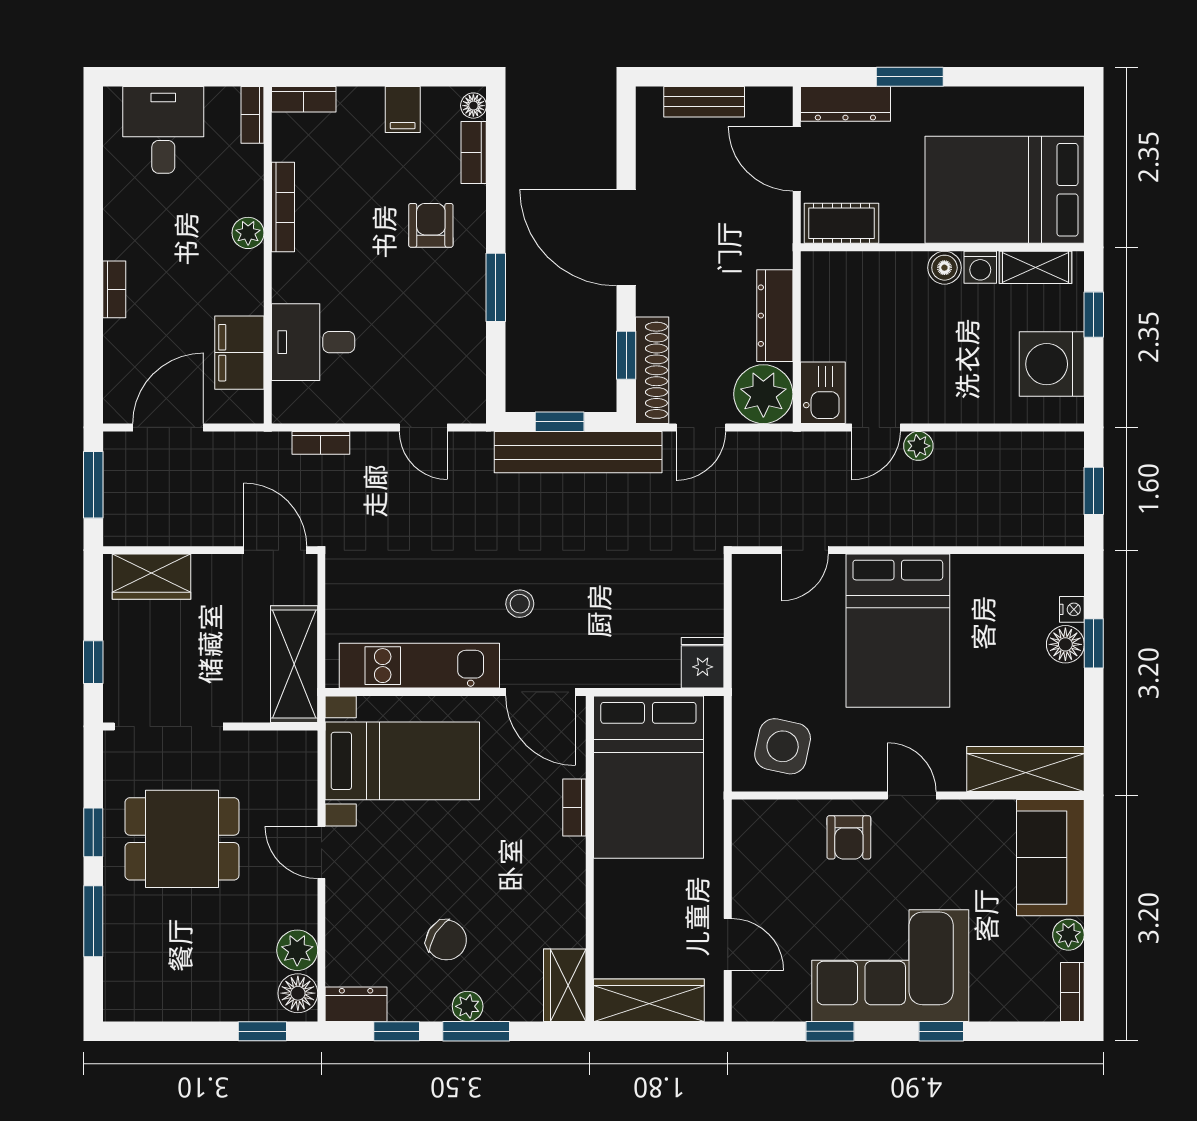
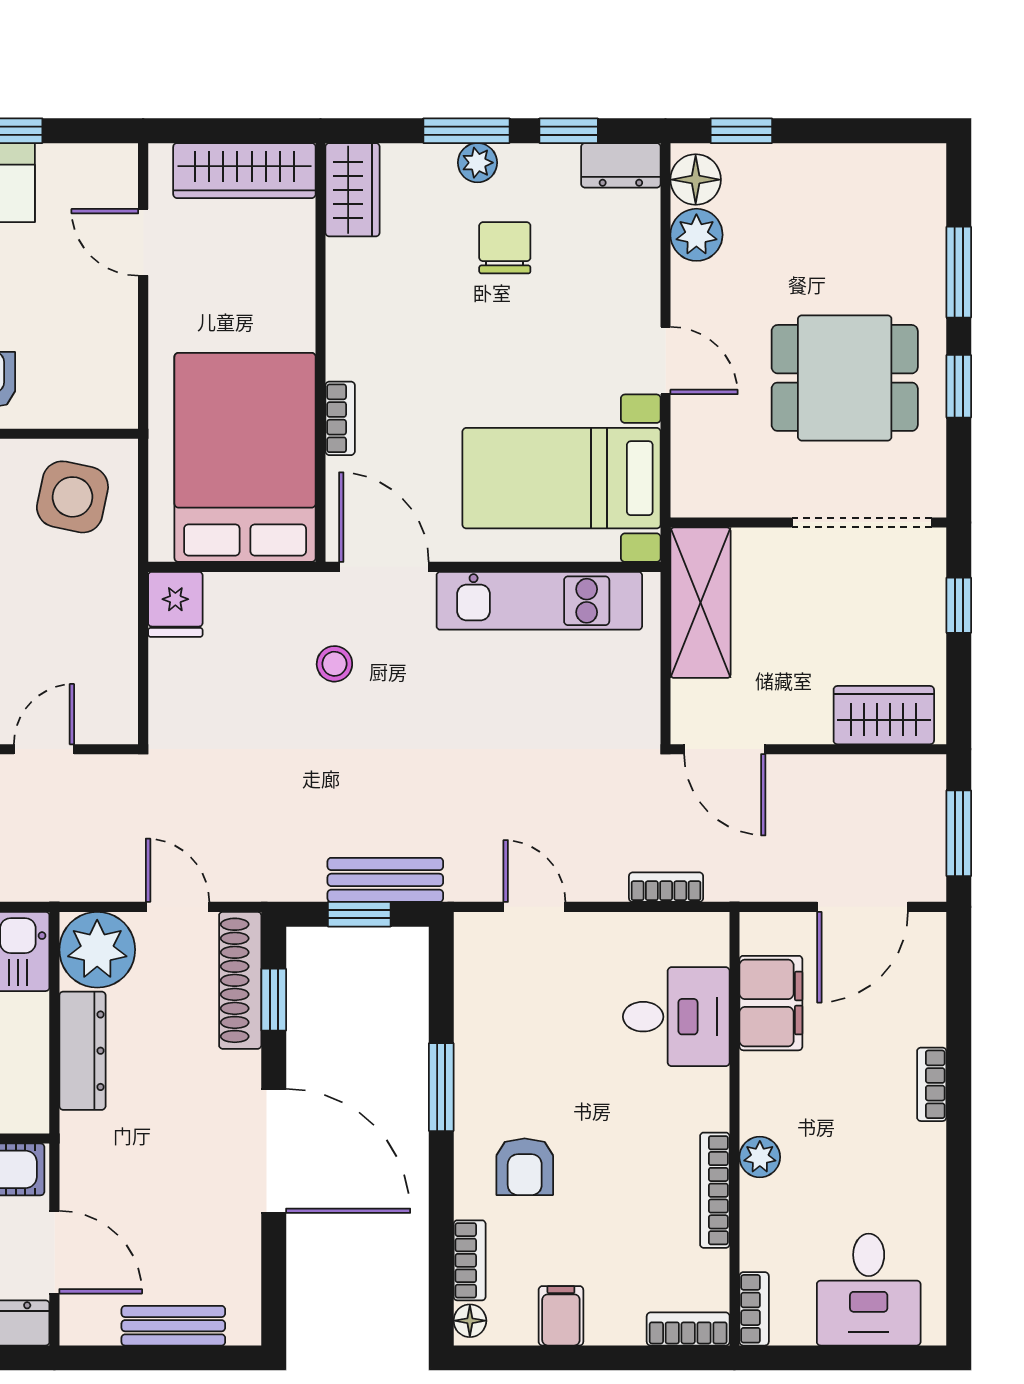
door: (701, 427) -> (178, 907), hinge flipped
bench: (578, 452) -> (385, 880), width x0.54, depth x0.82
stool: (520, 604) -> (334, 664), moved
chair: (446, 940) -> (505, 248), turned 58

